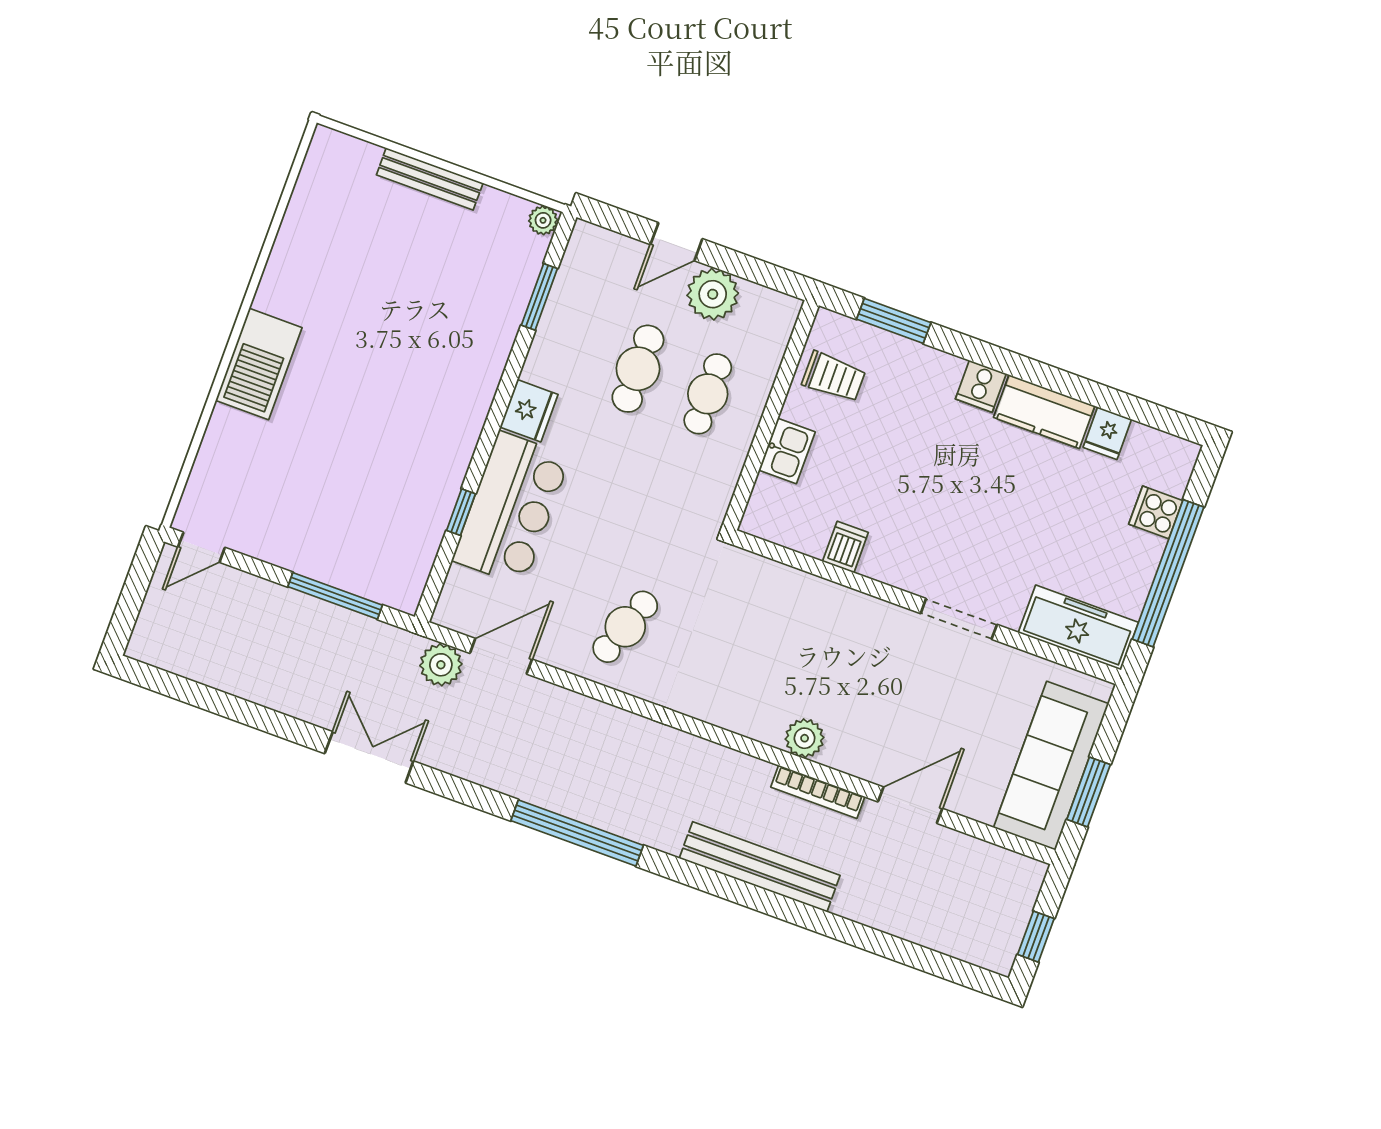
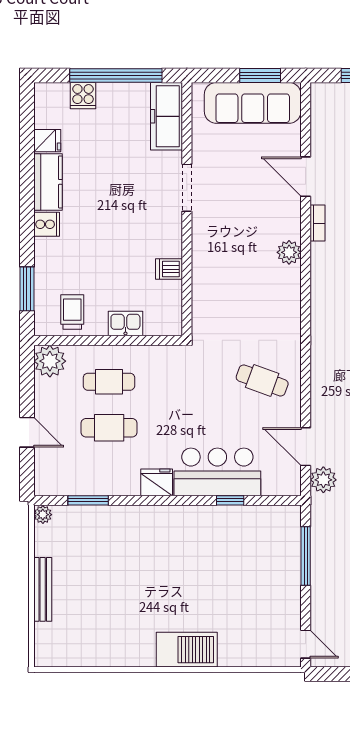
plant: (713, 294) -> (50, 361), moved
bookcase: (818, 792) -> (317, 223), width x0.64

